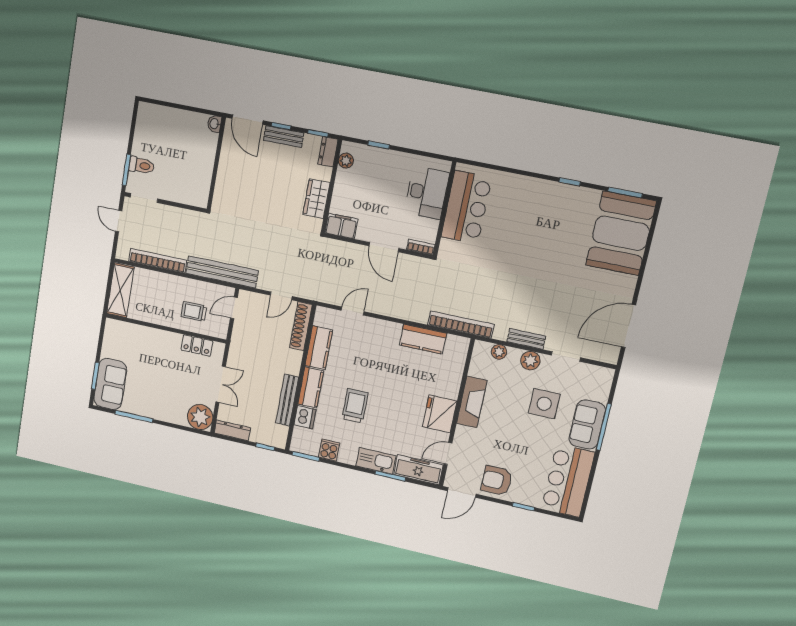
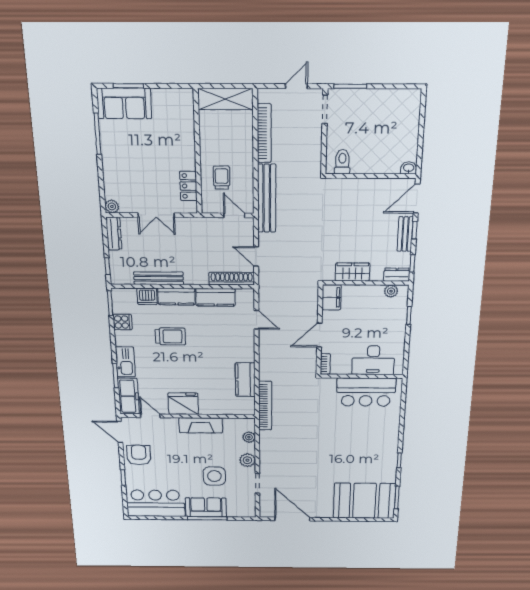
toilet: (141, 165) -> (342, 162), moved, turned 180
bench: (526, 339) -> (265, 454), removed
plant: (200, 417) -> (112, 206), width x0.53, depth x0.53

